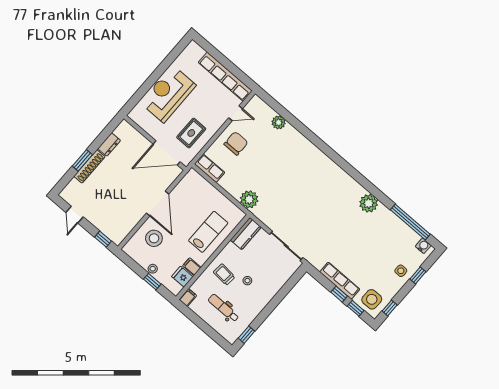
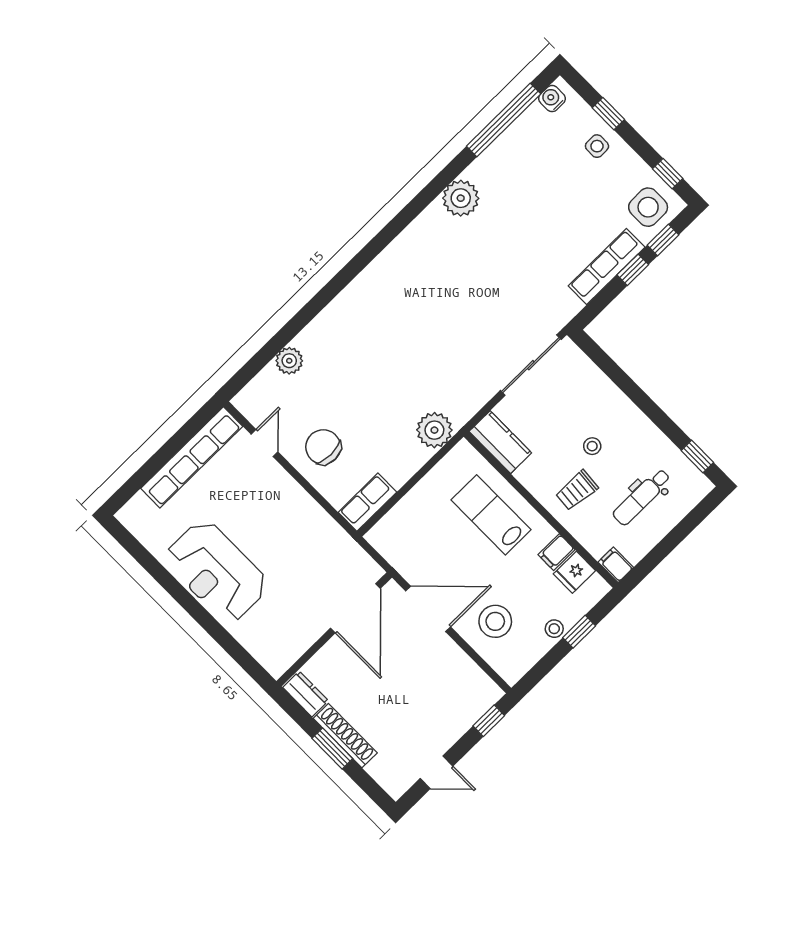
rug: (191, 133) -> (296, 532), removed
wall: (155, 143) -> (334, 629), moved
door: (167, 153) -> (355, 608), moved

